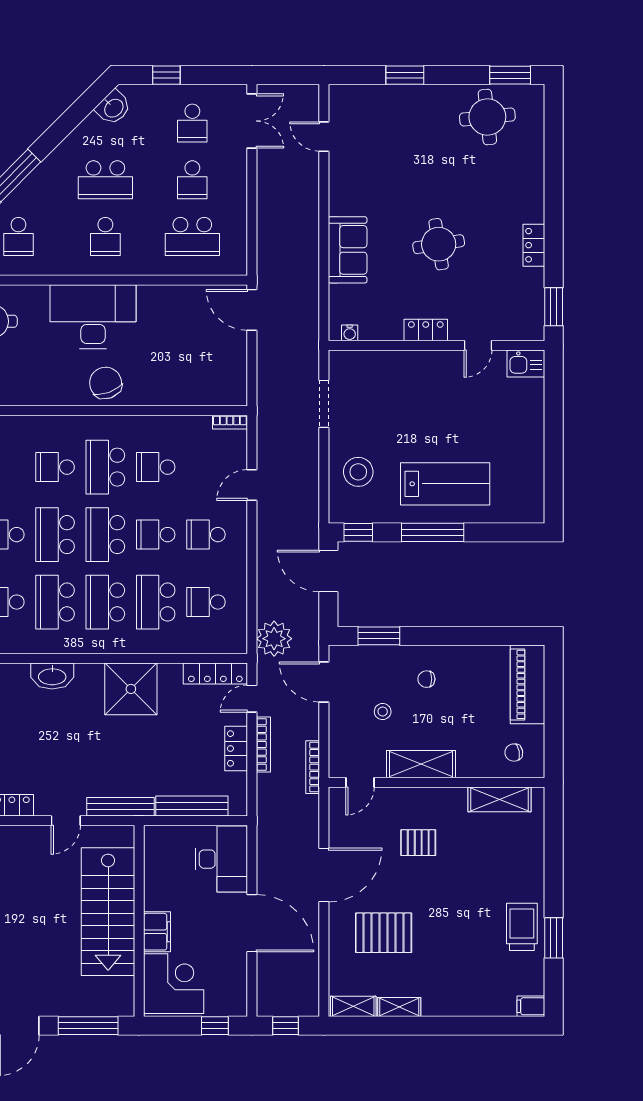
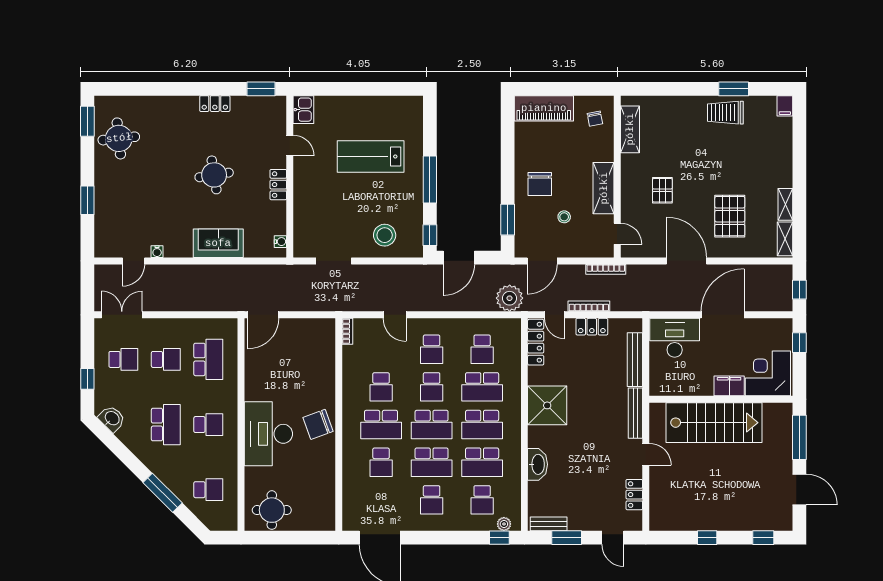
water cooler: (336, 168) -> (157, 252), added
lab bench: (445, 484) -> (371, 156), moved, turned -90
chair: (426, 679) -> (540, 184), width x1.87, depth x1.87

